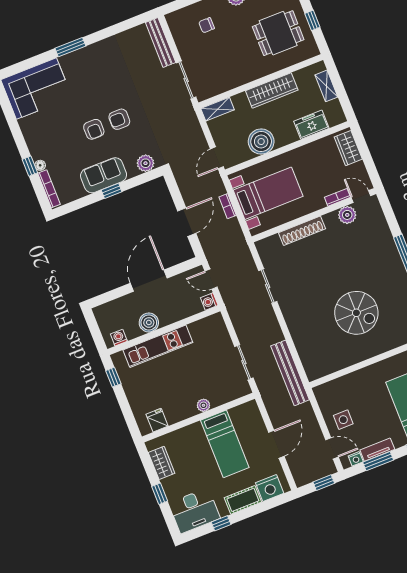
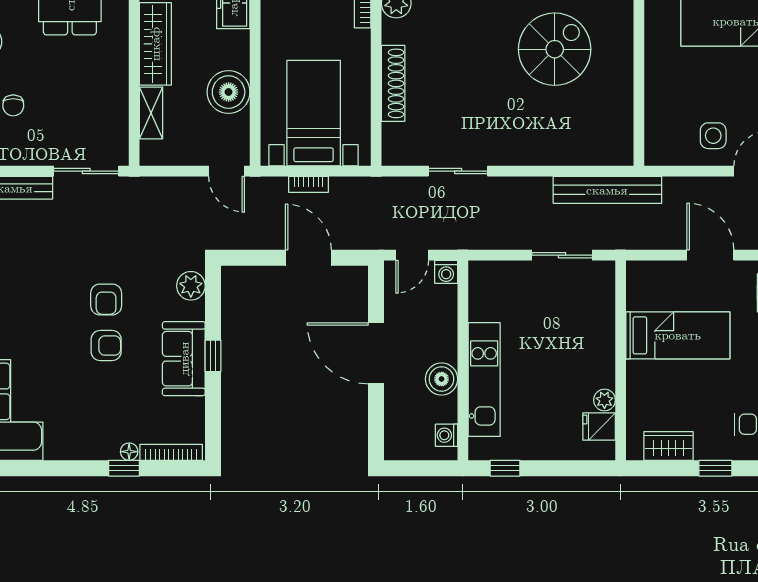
shelving: (218, 109) -> (151, 113), moved
plant: (203, 405) -> (604, 400), moved

